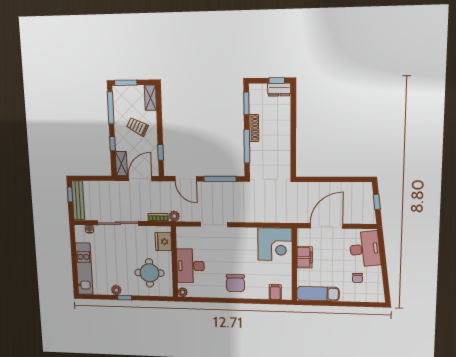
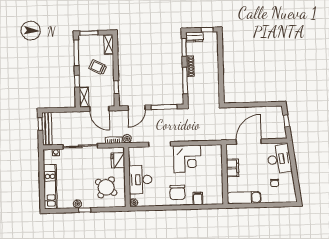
dresser: (279, 90) -> (195, 37), moved
door: (140, 179) -> (99, 109), swing flipped
door: (186, 179) -> (137, 108), hinge flipped
corner desk: (275, 244) -> (187, 159), moved
round table: (149, 273) -> (106, 187), turned 36
filing cabinet: (275, 292) -> (198, 198), moved

